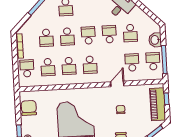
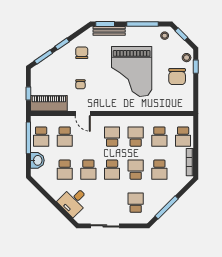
school desk: (130, 33) -> (65, 170), turned 180
school desk: (46, 38) -> (159, 170), turned 180
school desk: (48, 67) -> (159, 137), turned 180
door: (117, 84) -> (83, 113), hinge flipped
piano: (158, 104) -> (49, 103), moved, turned -90
chair: (29, 108) -> (177, 77), moved

